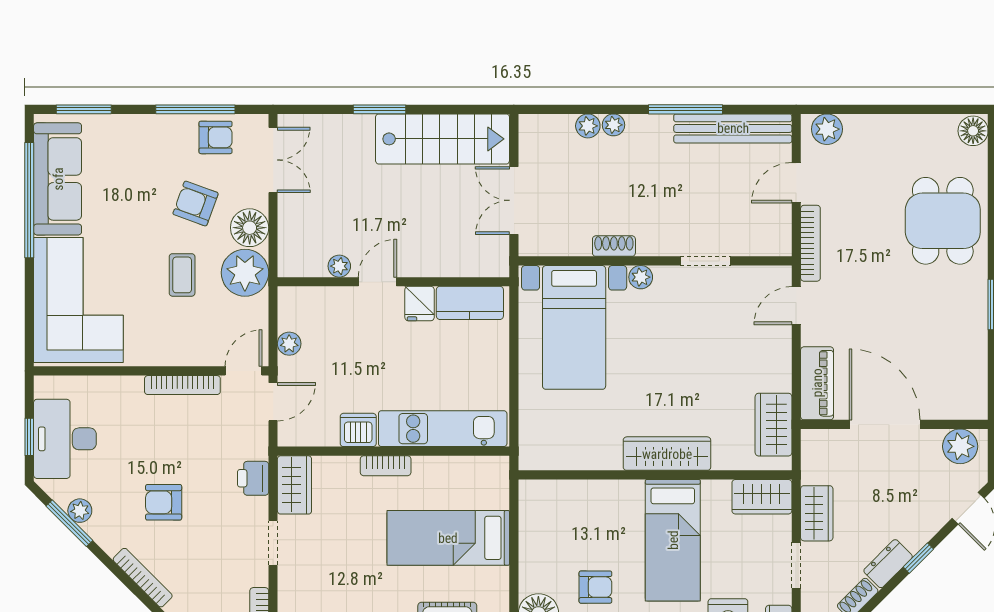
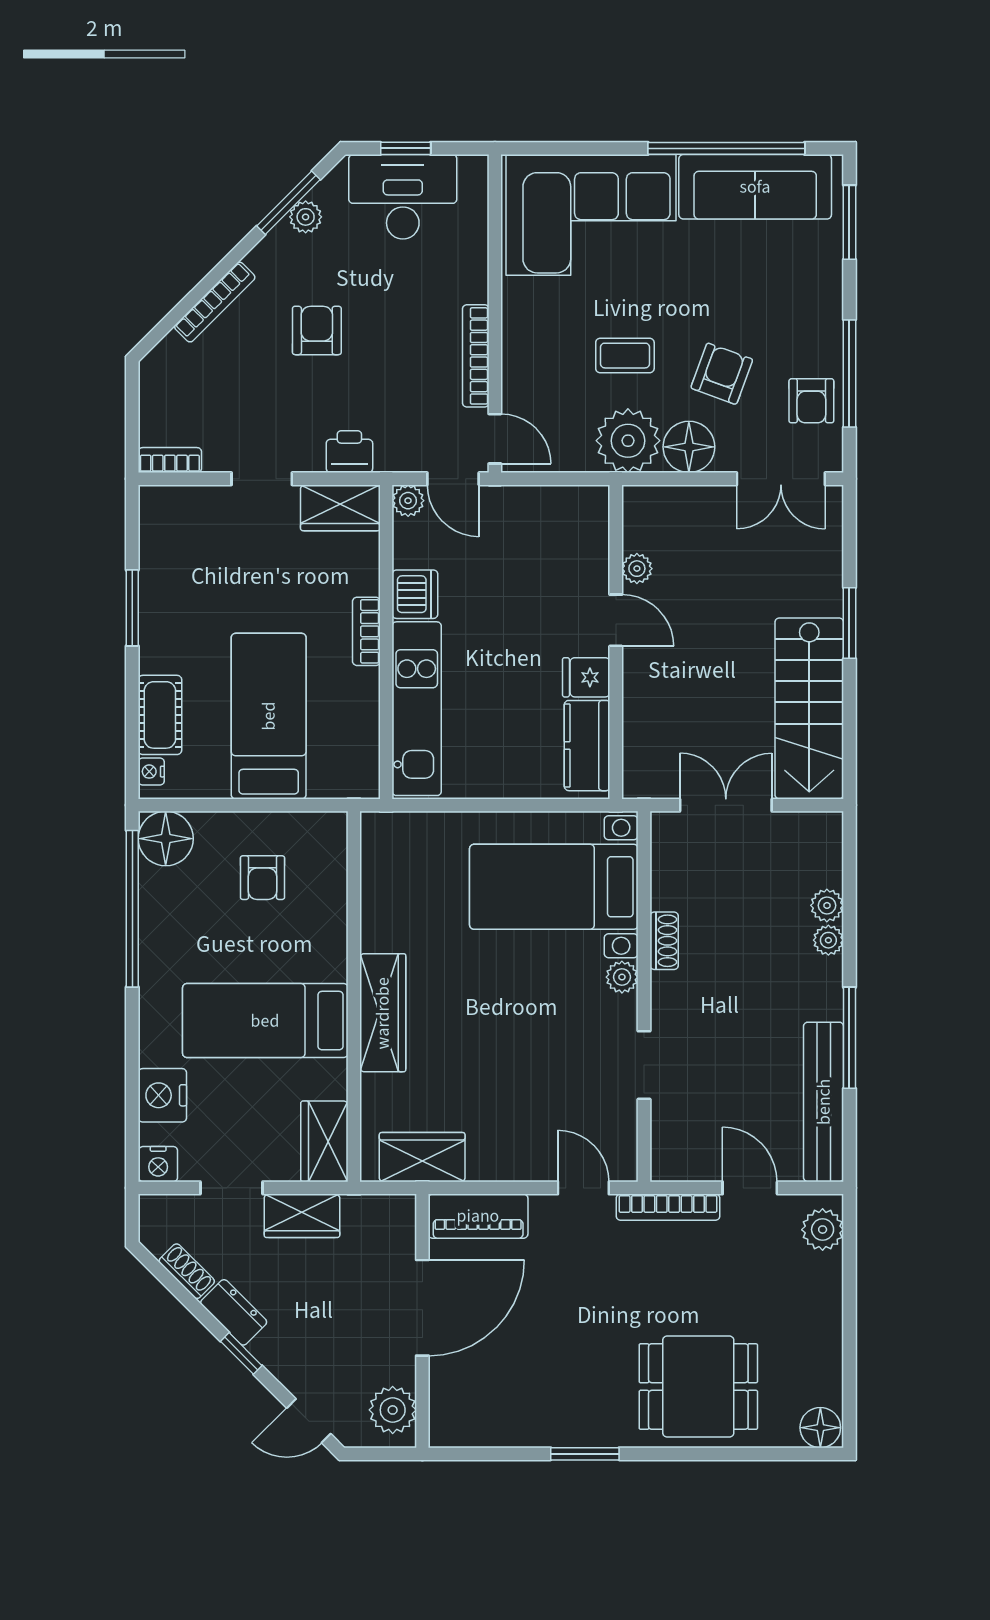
plant: (289, 344) -> (408, 501), moved
armchair: (595, 587) -> (262, 878), moved

